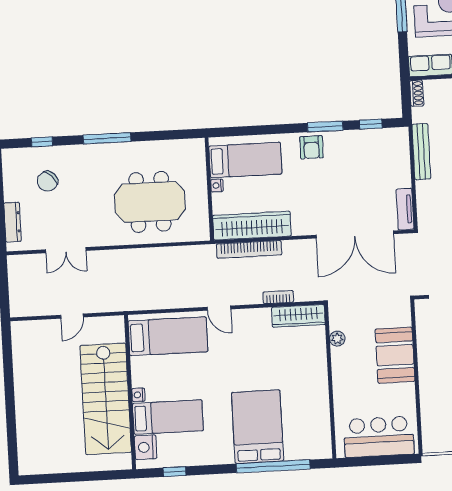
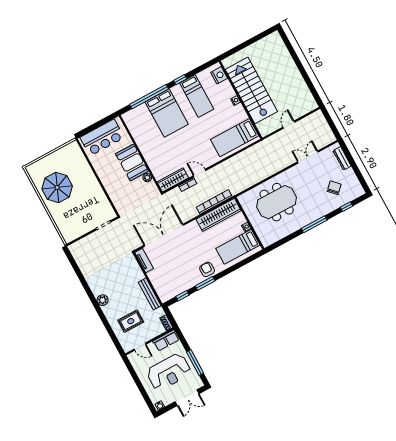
door: (219, 308) -> (200, 173), moved
booth: (395, 355) -> (132, 162), moved
bed: (168, 417) -> (197, 96), moved, turned -90
window: (175, 472) -> (180, 80), moved

